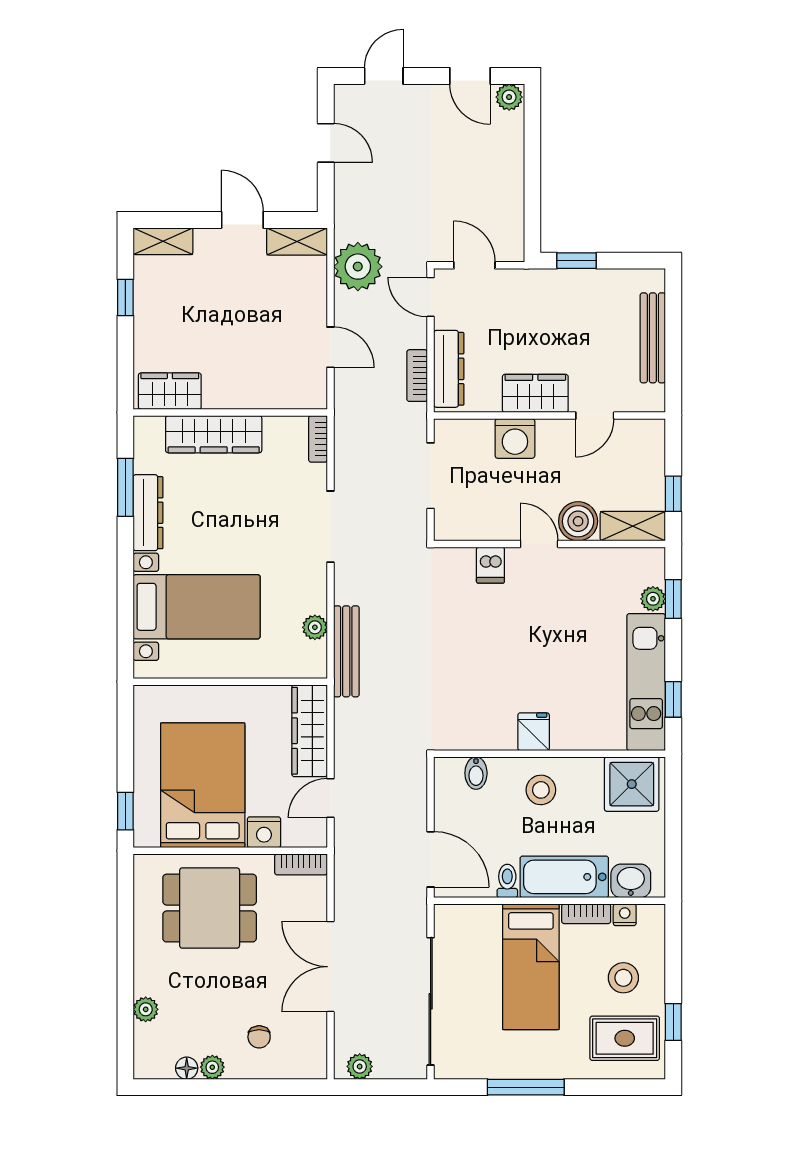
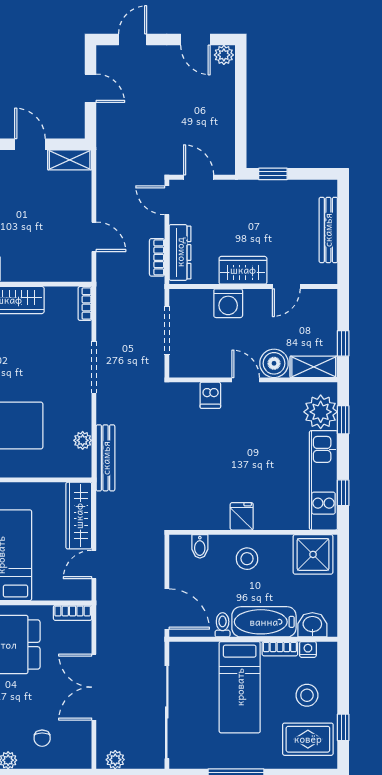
plant: (358, 267) -> (114, 178), removed
plant: (653, 599) -> (321, 412), width x1.88, depth x1.88
nightstand: (264, 832) -> (46, 589), removed

